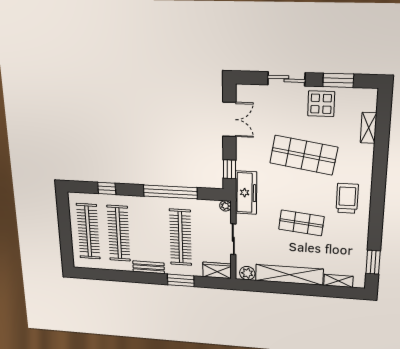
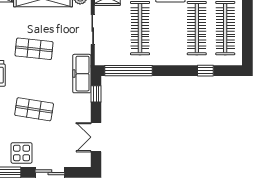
shop shelf: (304, 155) -> (34, 109), width x0.70, depth x0.74
window: (170, 192) -> (129, 71), moved
plant: (225, 206) -> (100, 60), removed

